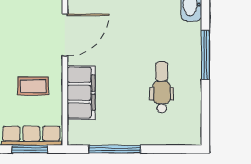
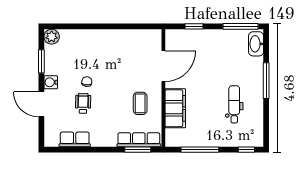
coffee table: (33, 86) -> (140, 103), turned 90
window: (178, 149) -> (246, 150), added

